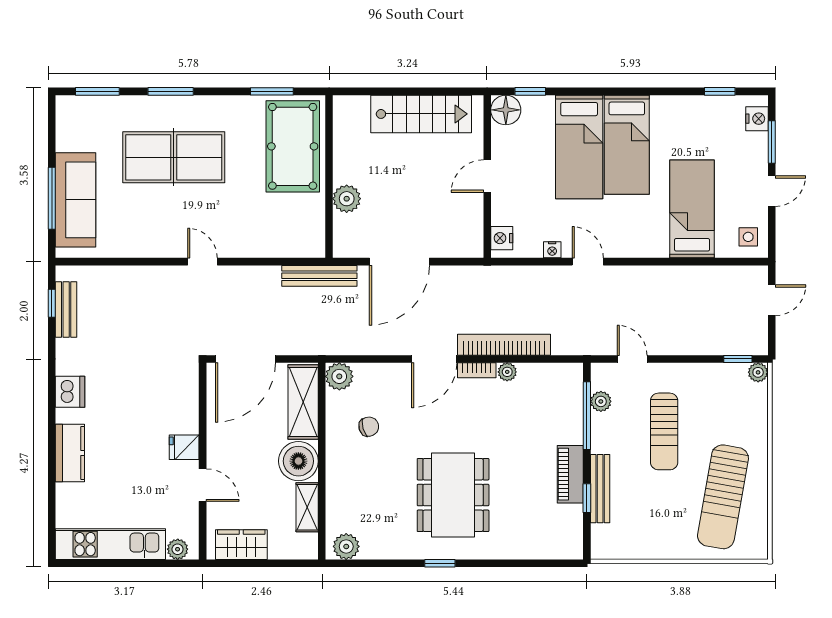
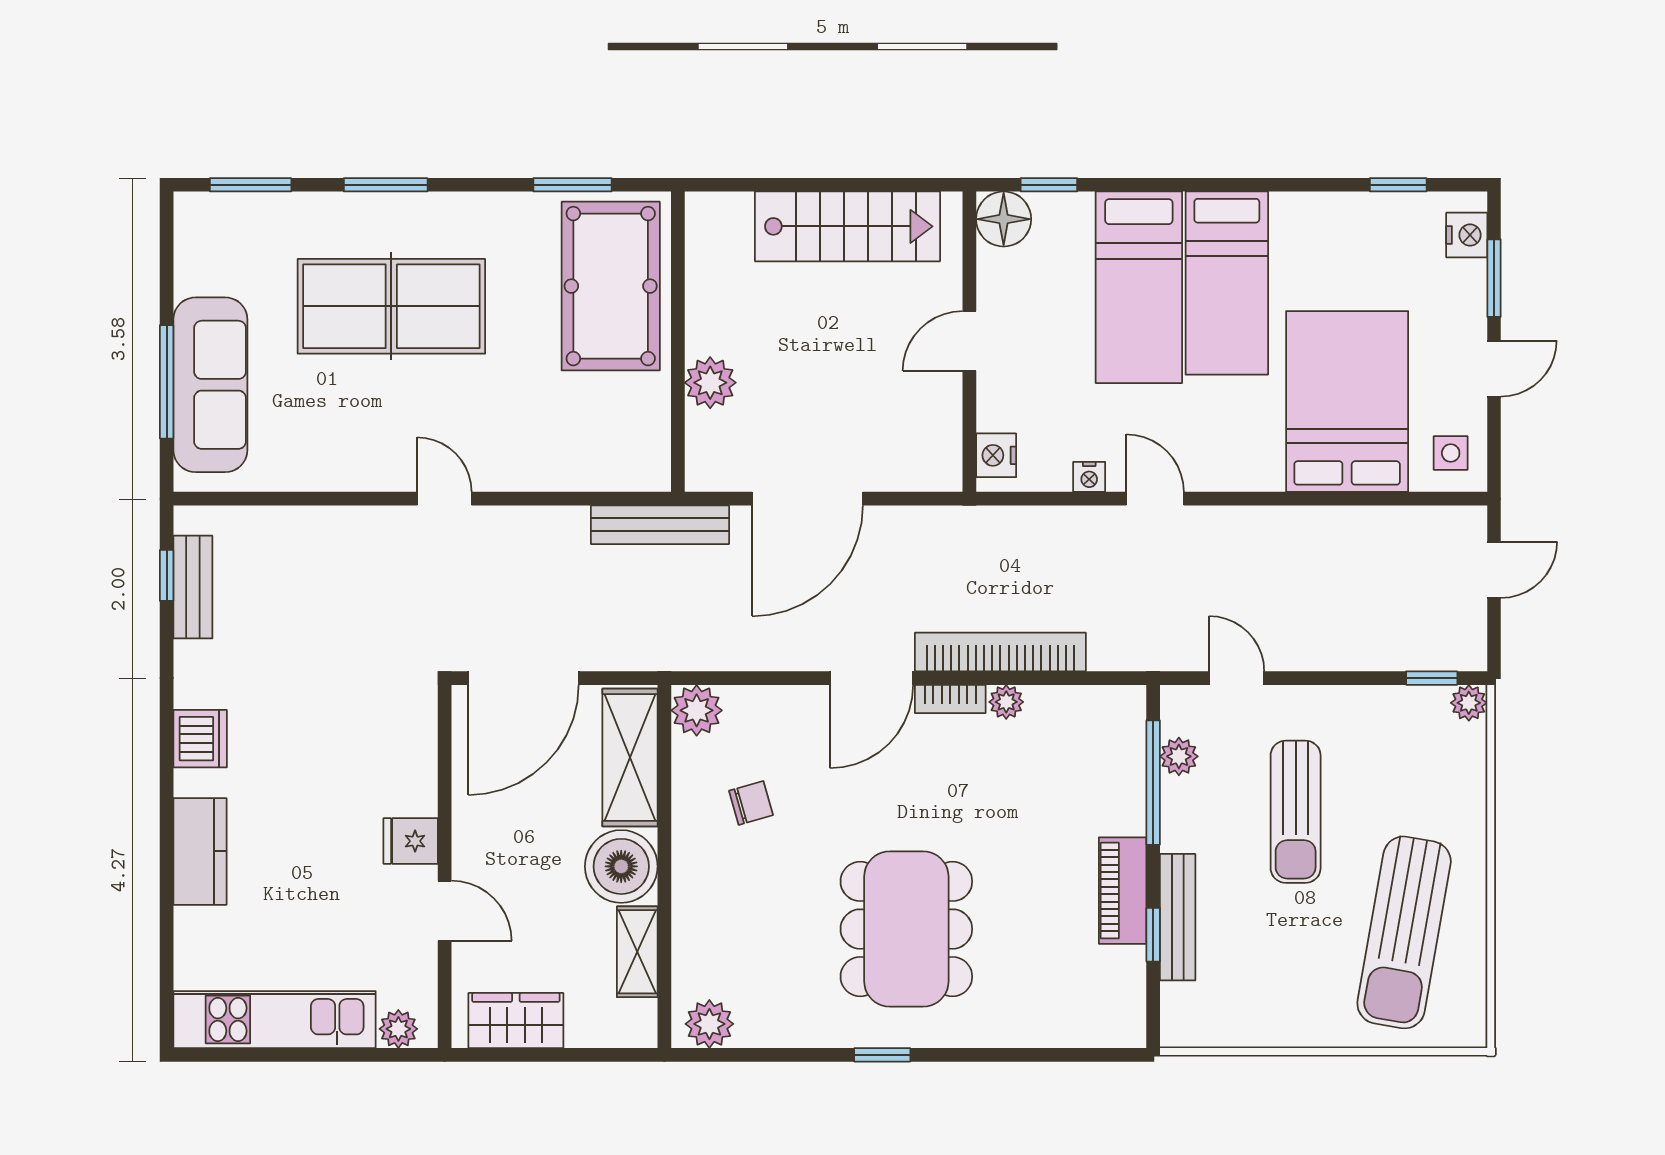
bed: (692, 209) -> (1347, 401), width x1.50

